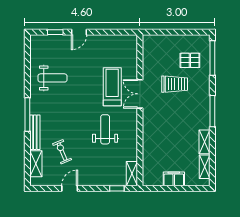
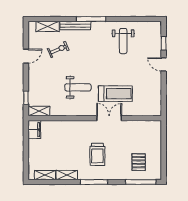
trolley: (175, 84) -> (97, 154), moved
filing cabinet: (174, 179) -> (34, 130), moved
door: (70, 188) -> (26, 56), hinge flipped

